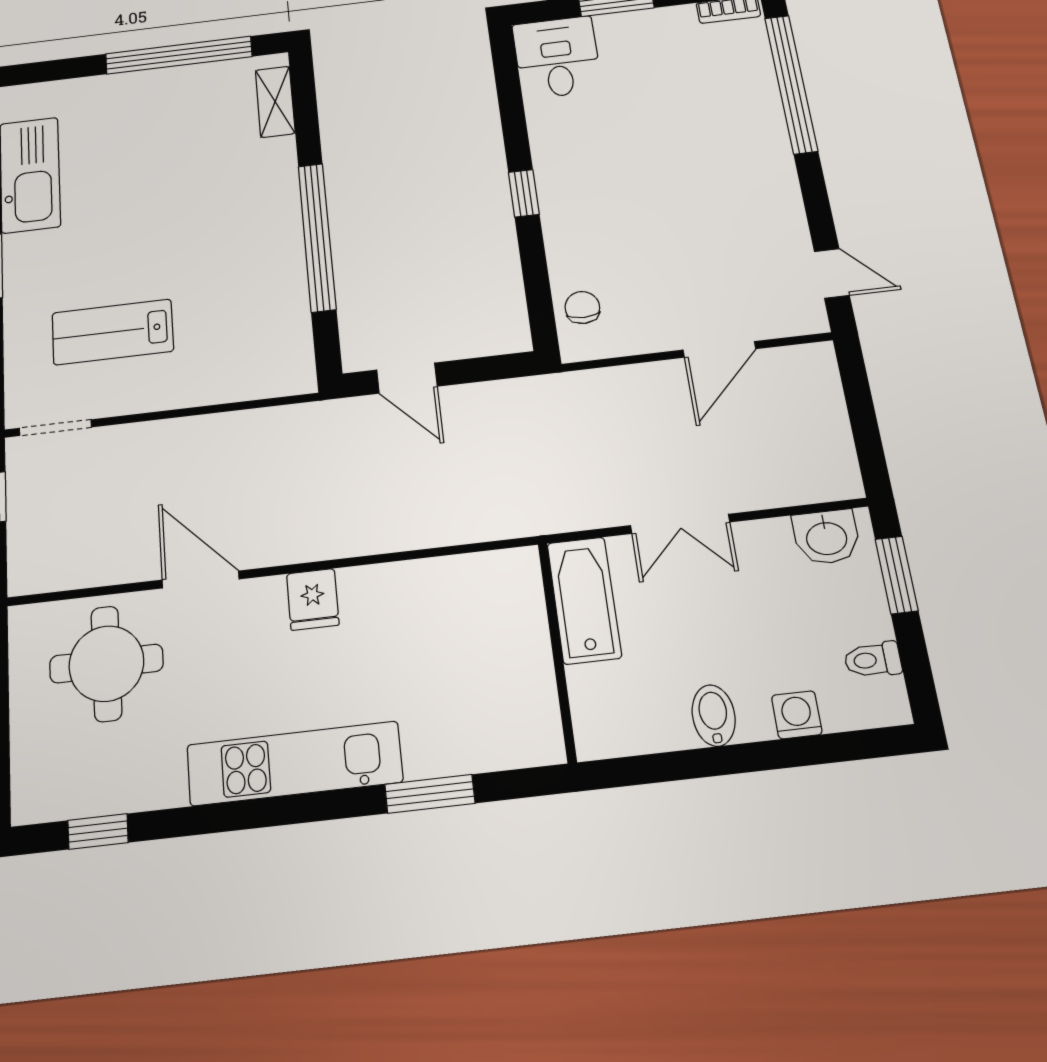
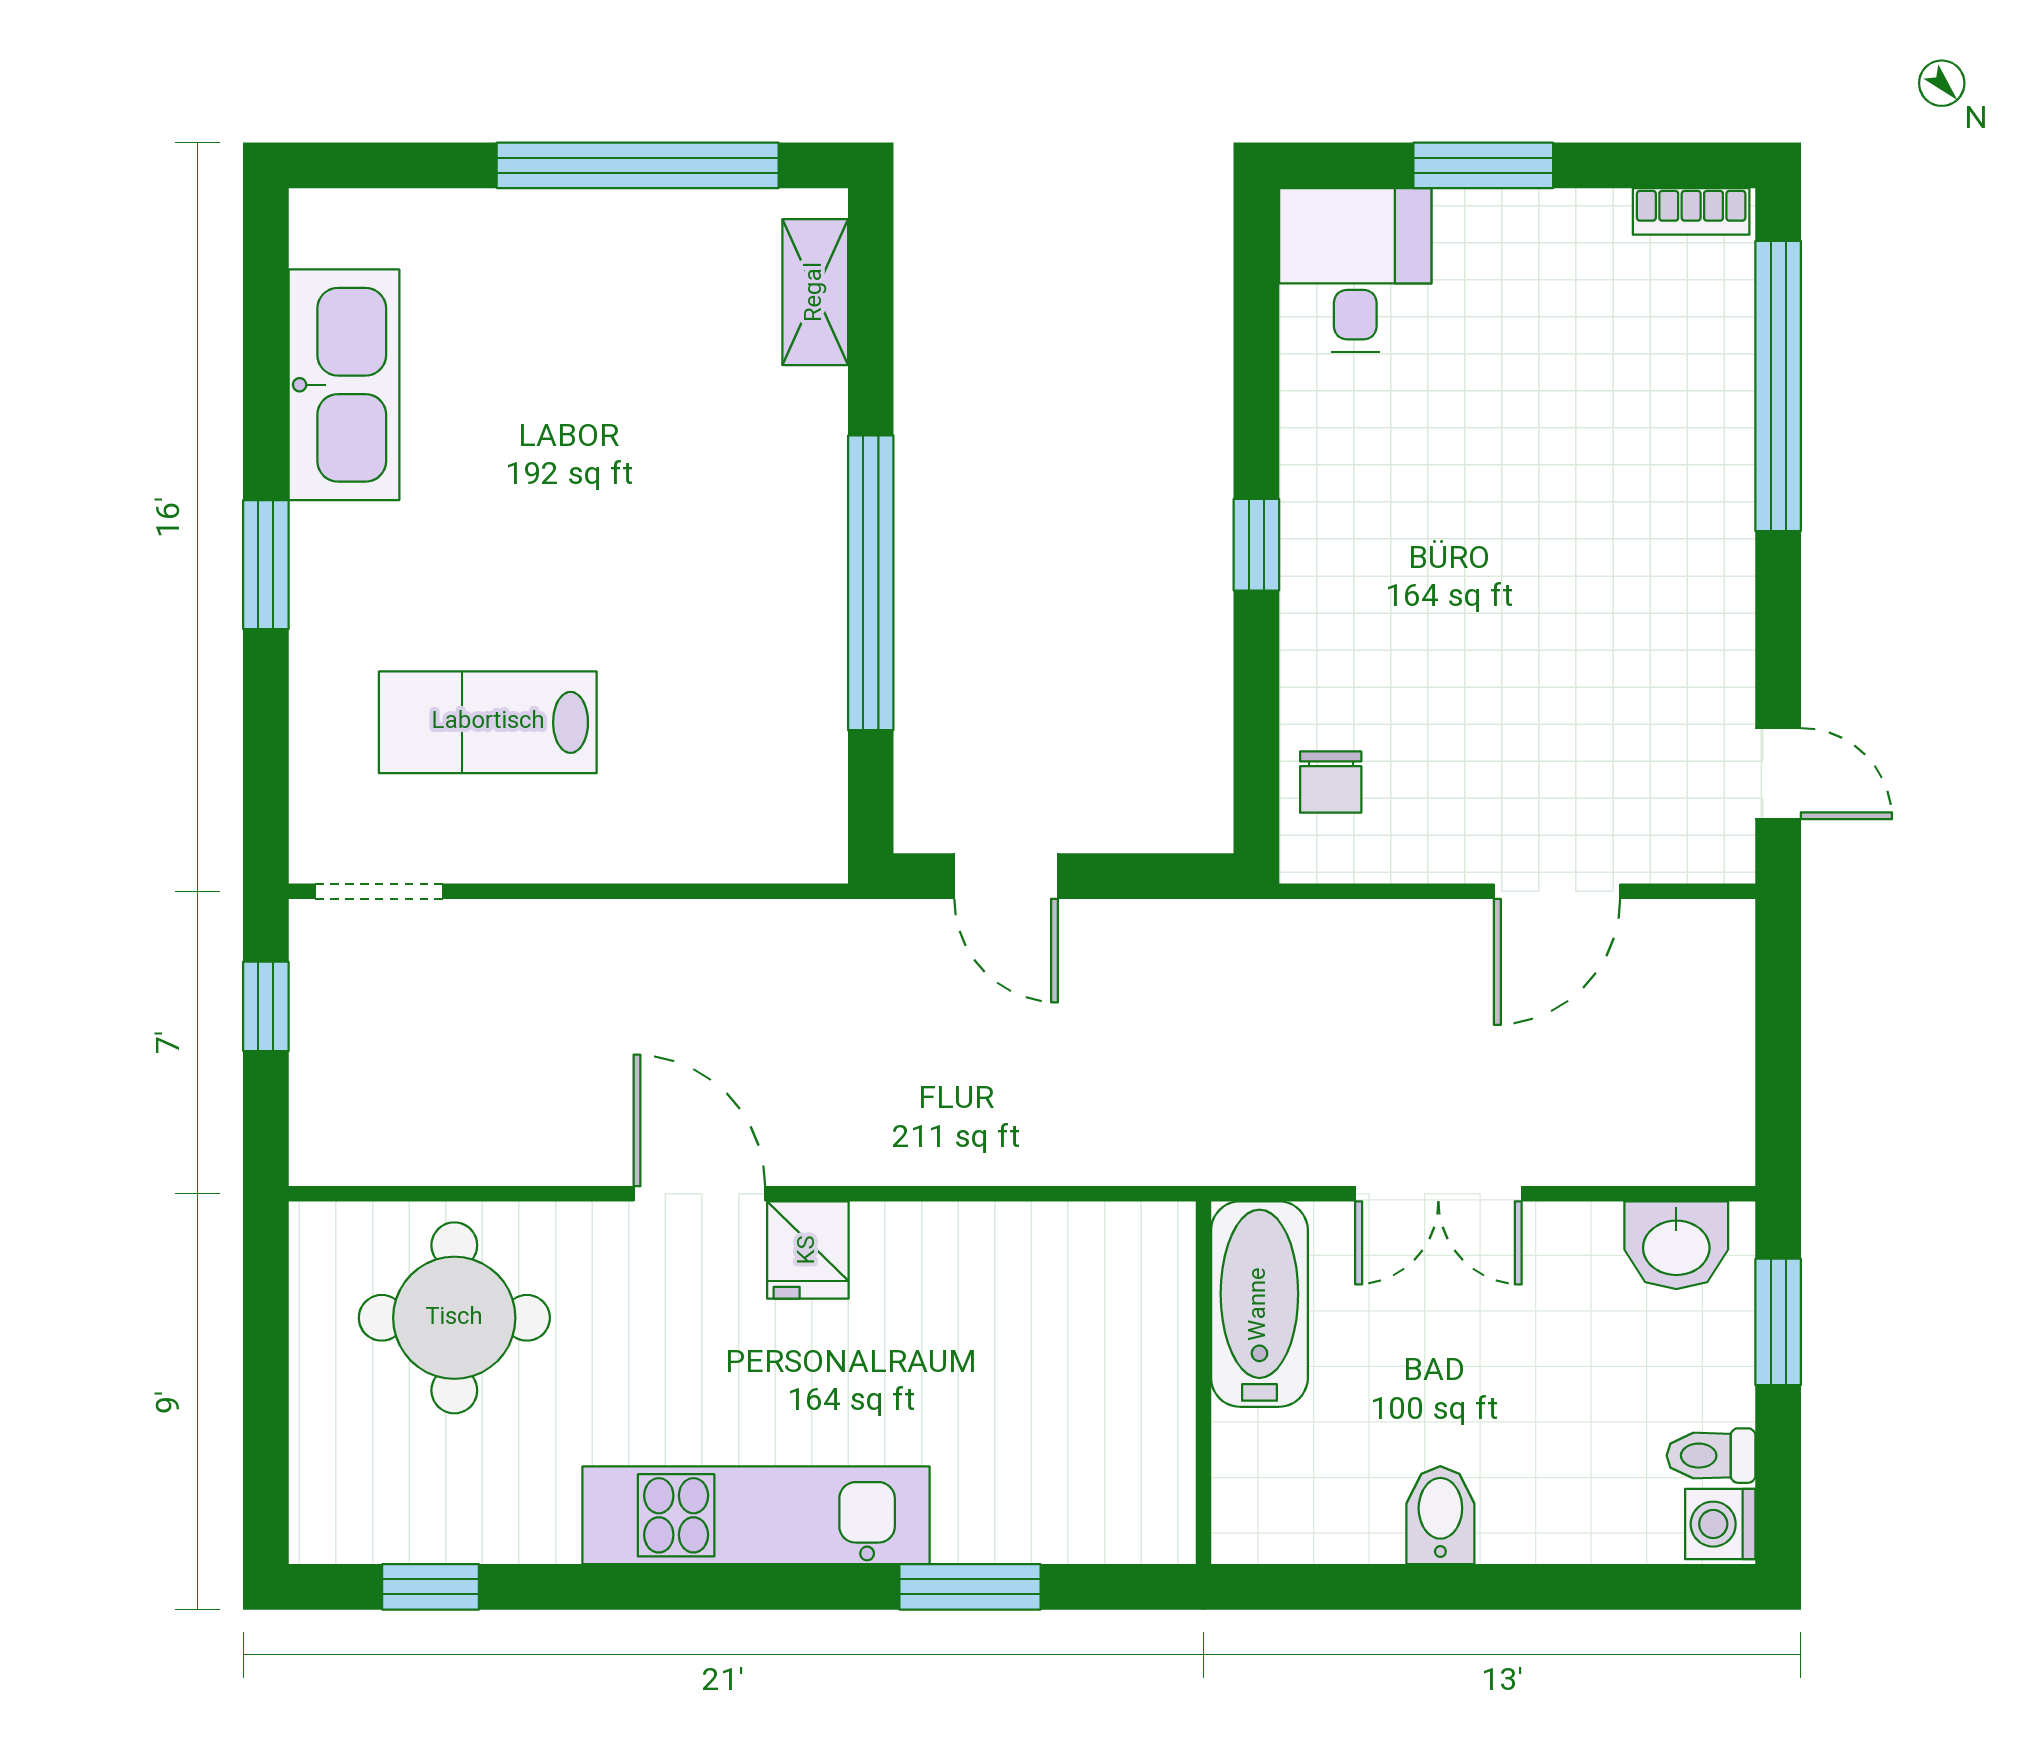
chair: (582, 307) -> (1331, 782), turned 180
door: (201, 580) -> (699, 1194), moved
washing machine: (797, 715) -> (1720, 1524), moved, turned -90

